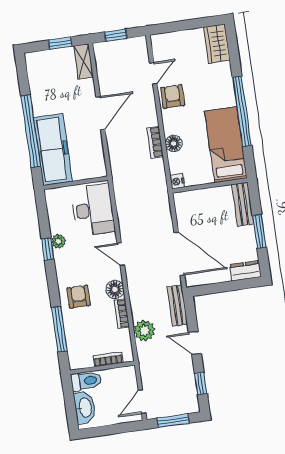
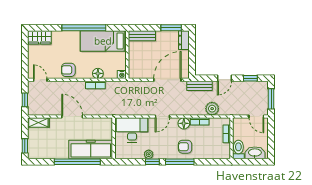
window: (60, 43) -> (25, 146), moved
door: (153, 73) -> (40, 80), moved
window: (259, 231) -> (171, 28), moved
window: (59, 329) -> (180, 162), moved

